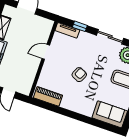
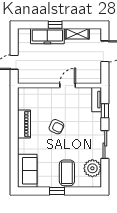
door: (46, 52) -> (68, 86), hinge flipped
piano: (48, 96) -> (24, 124), moved

